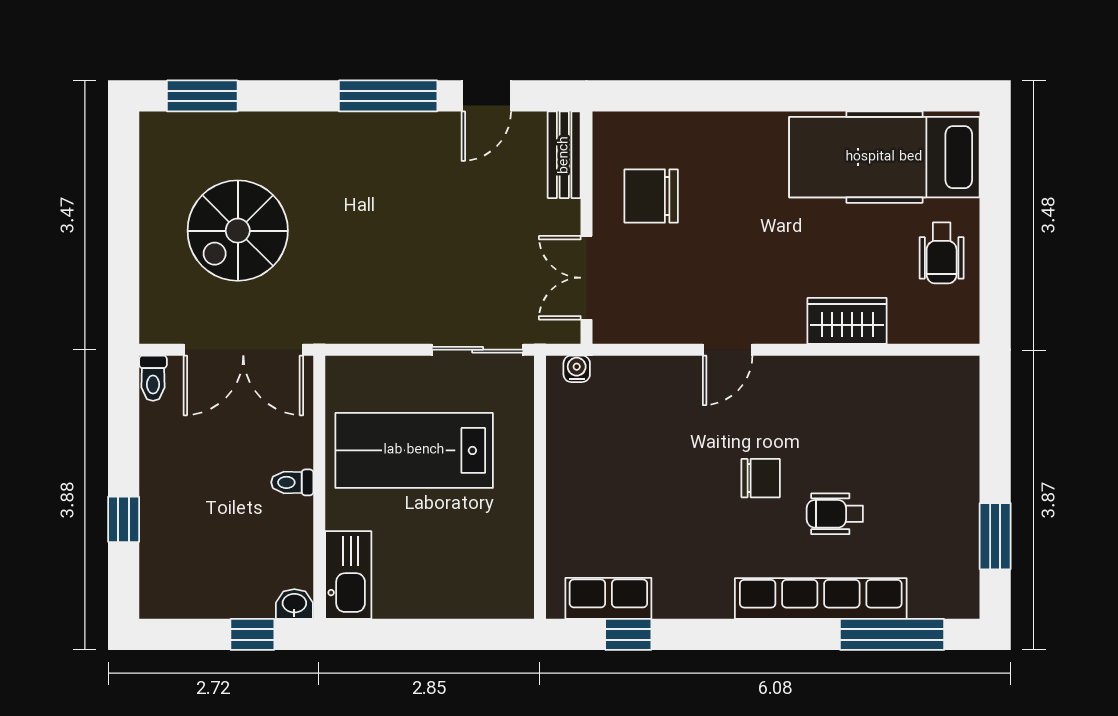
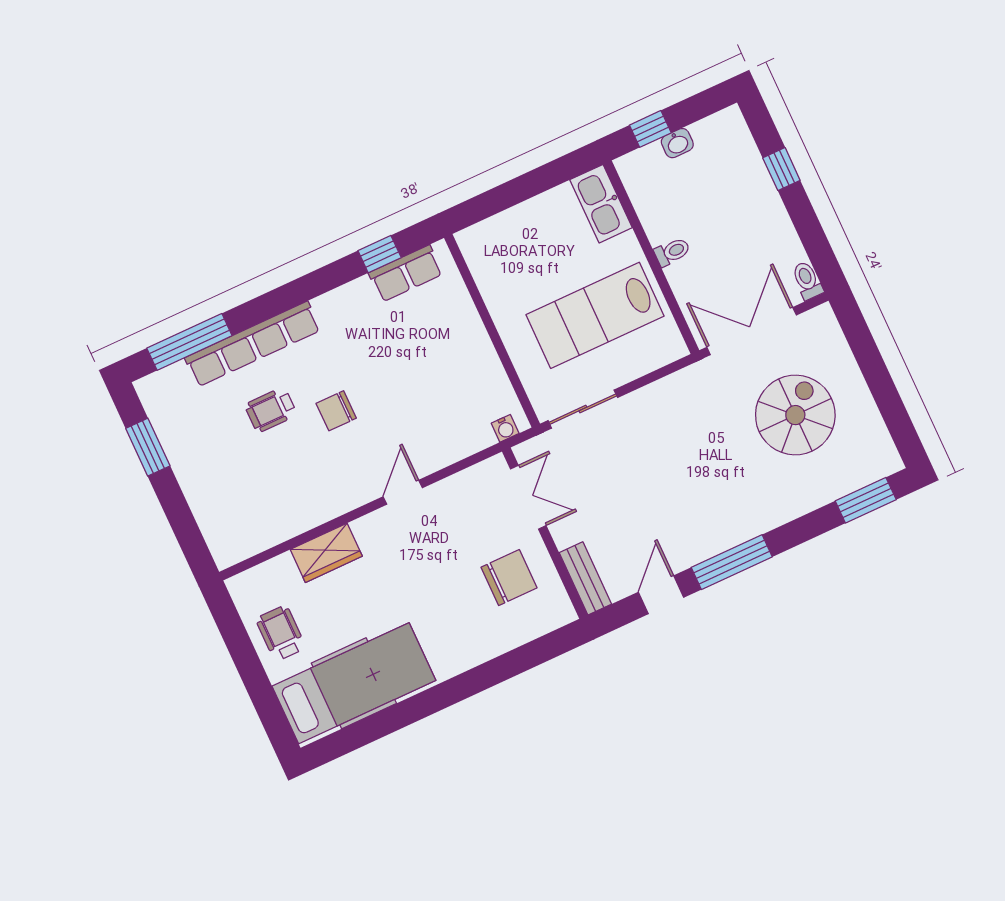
lab bench: (414, 450) -> (595, 315), turned 180
wheelchair: (835, 514) -> (271, 410), turned 180
washbasin: (294, 604) -> (677, 143), moved

